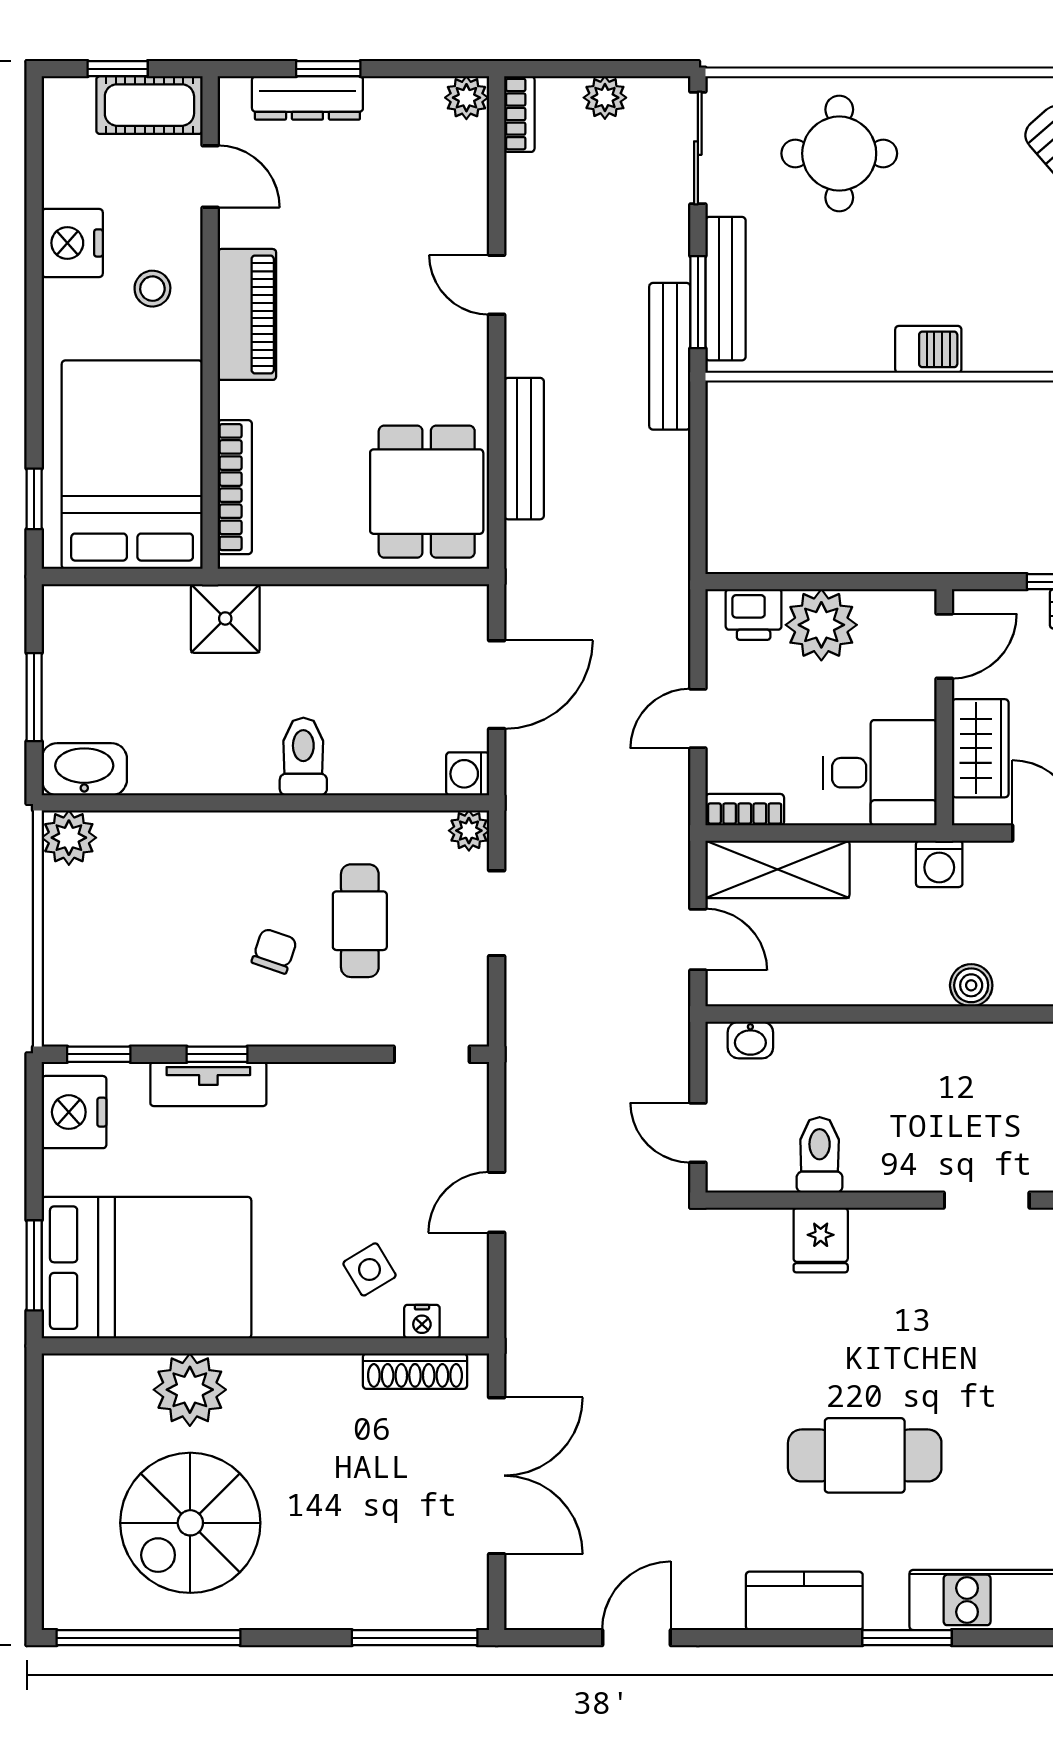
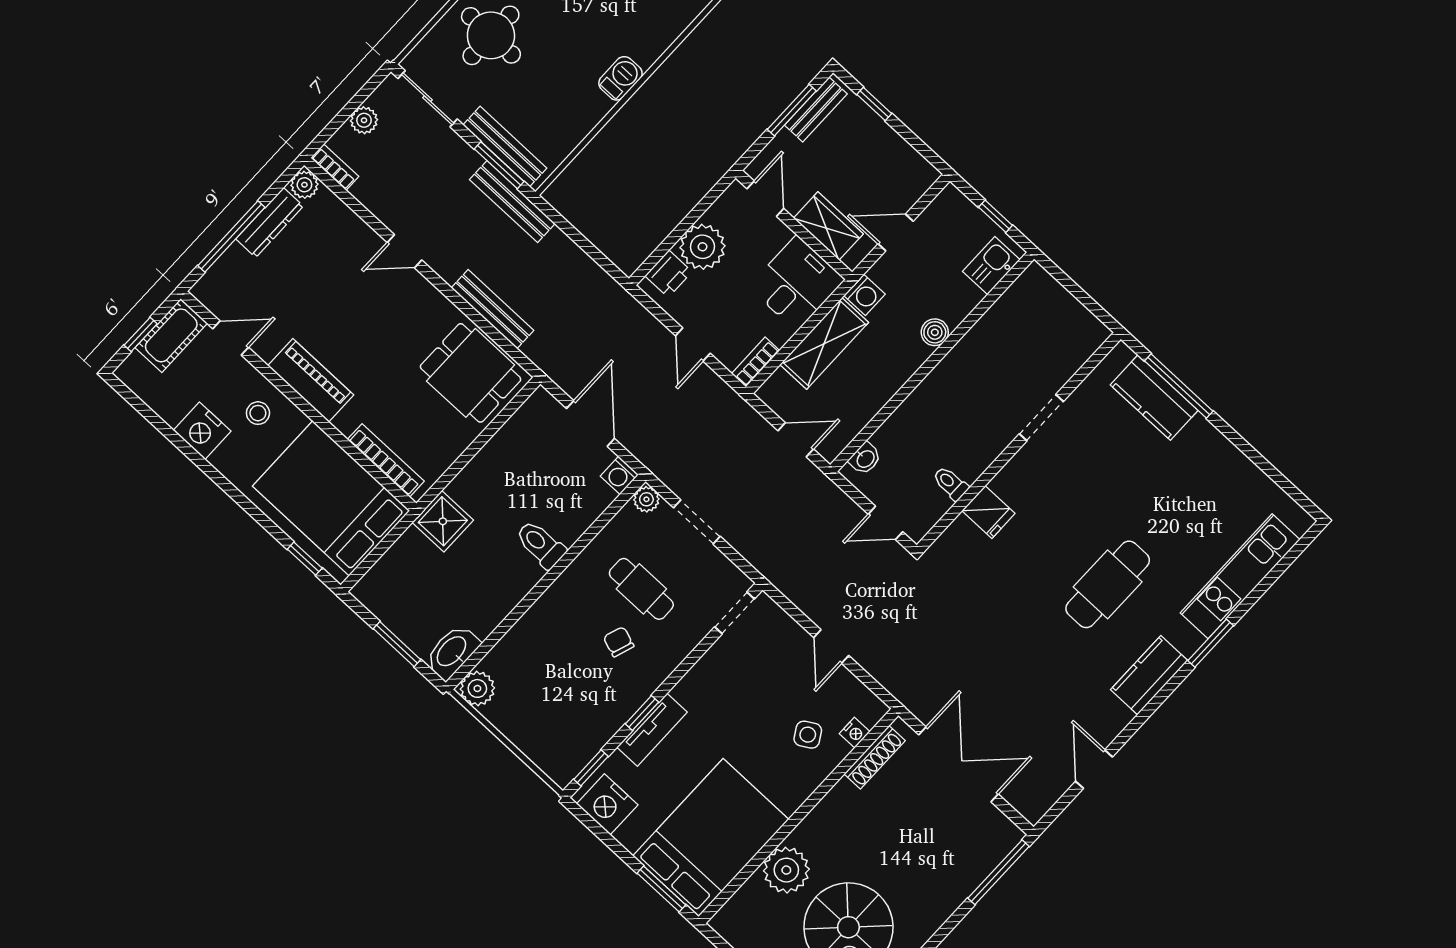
window: (328, 69) -> (231, 237), width x2.17
dresser: (307, 98) -> (270, 223), moved
shelving: (777, 869) -> (824, 343), moved
toilet: (820, 1155) -> (951, 483), width x0.73, depth x0.72

